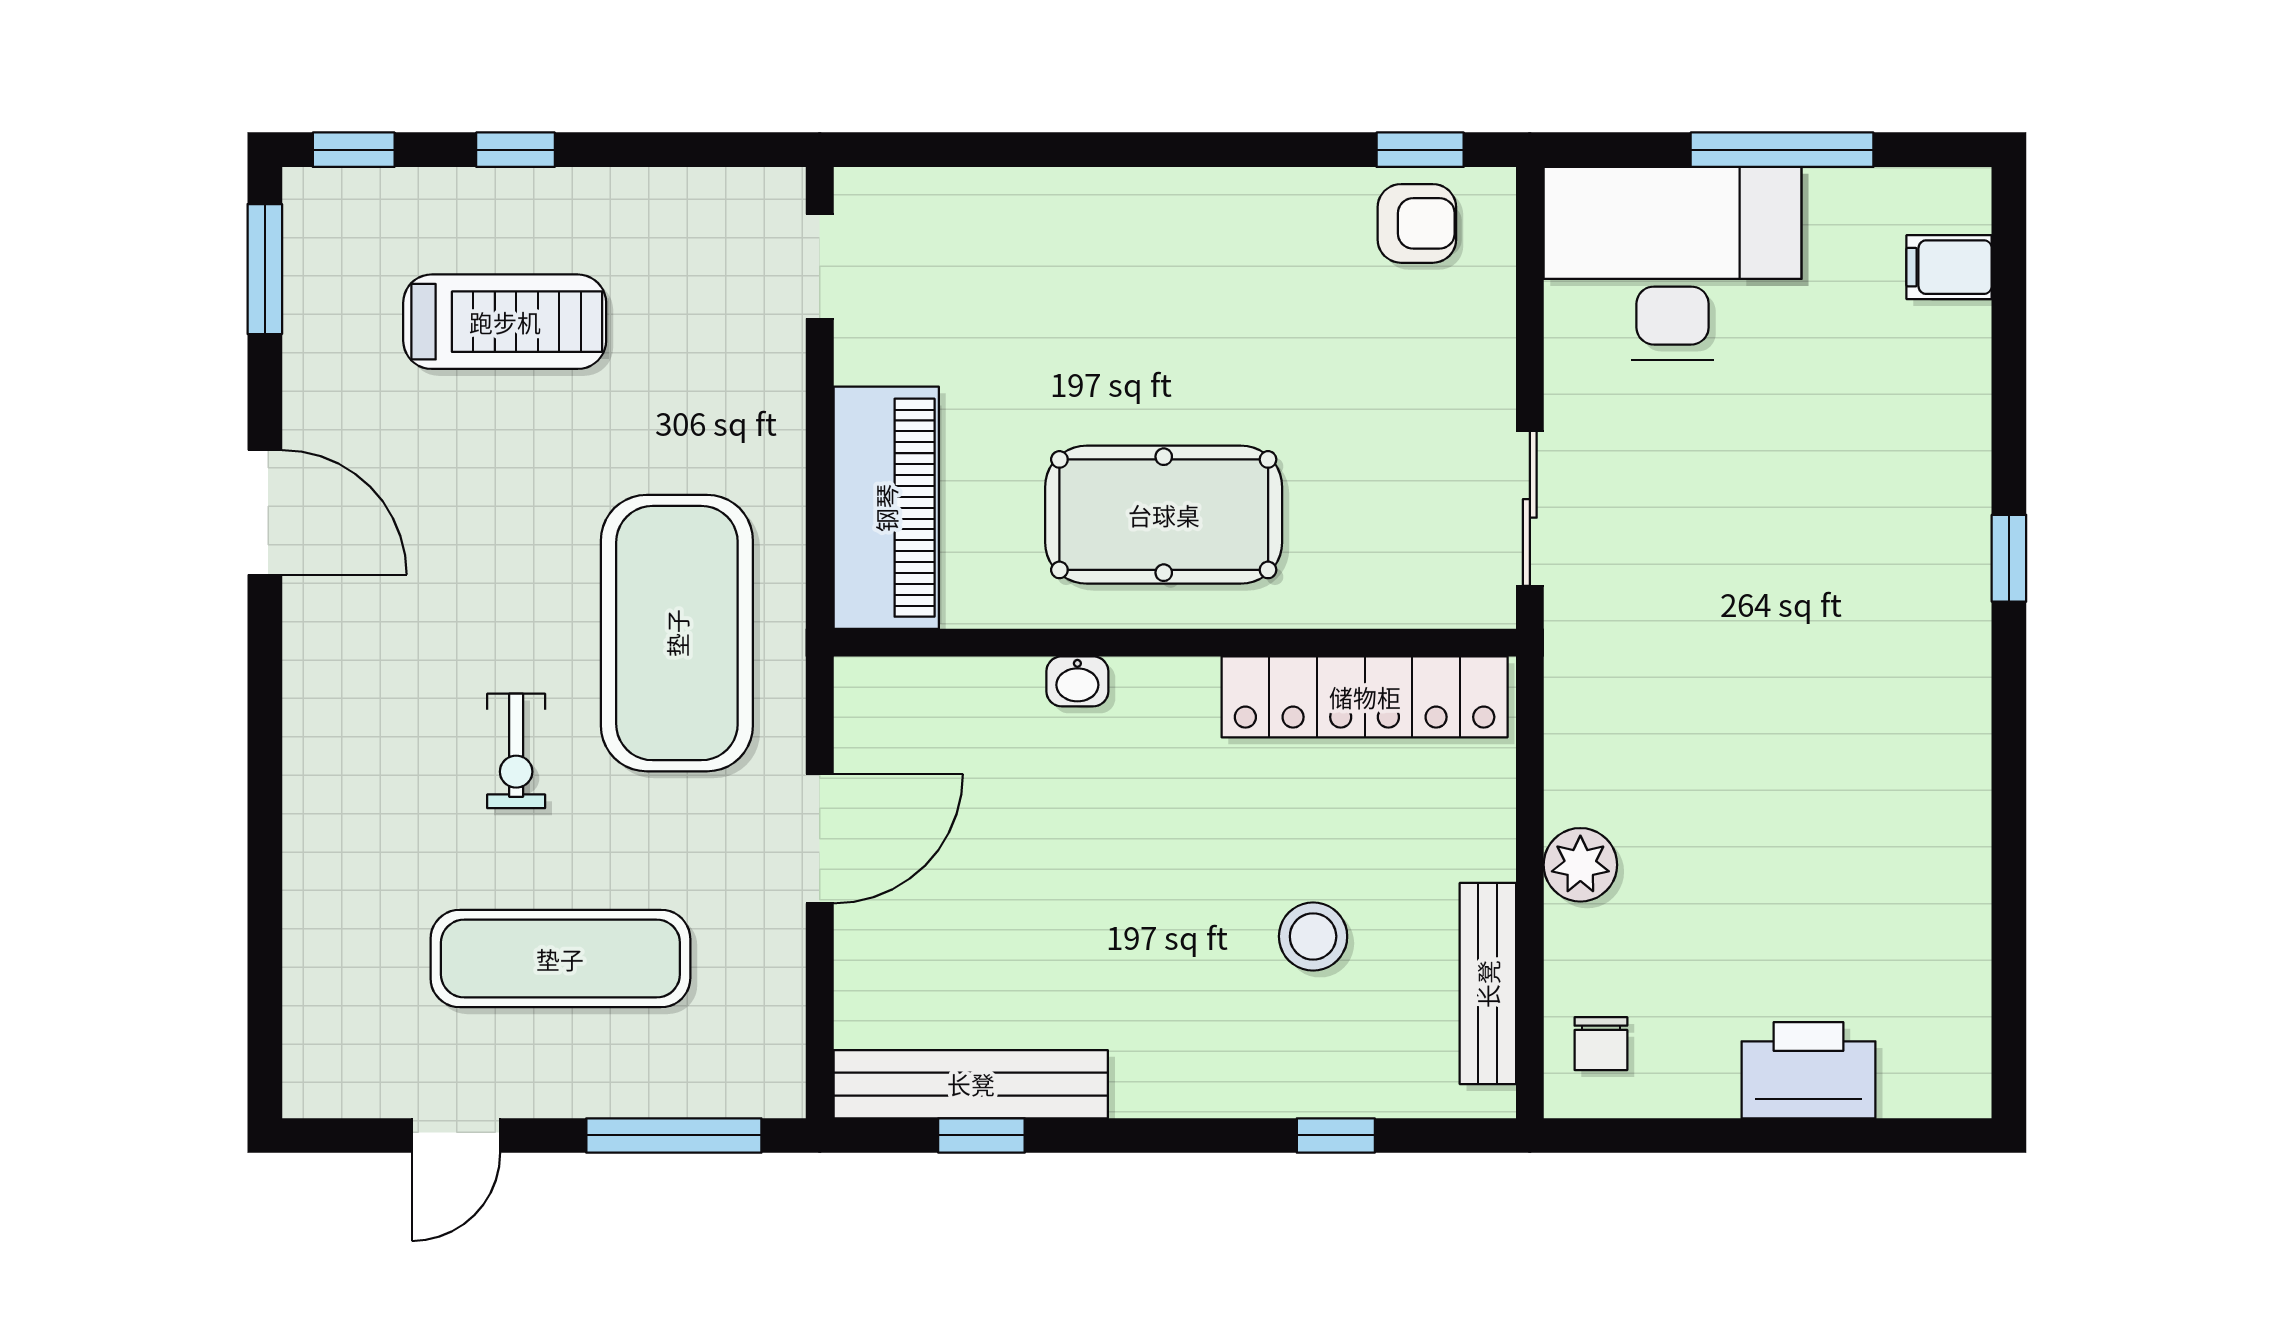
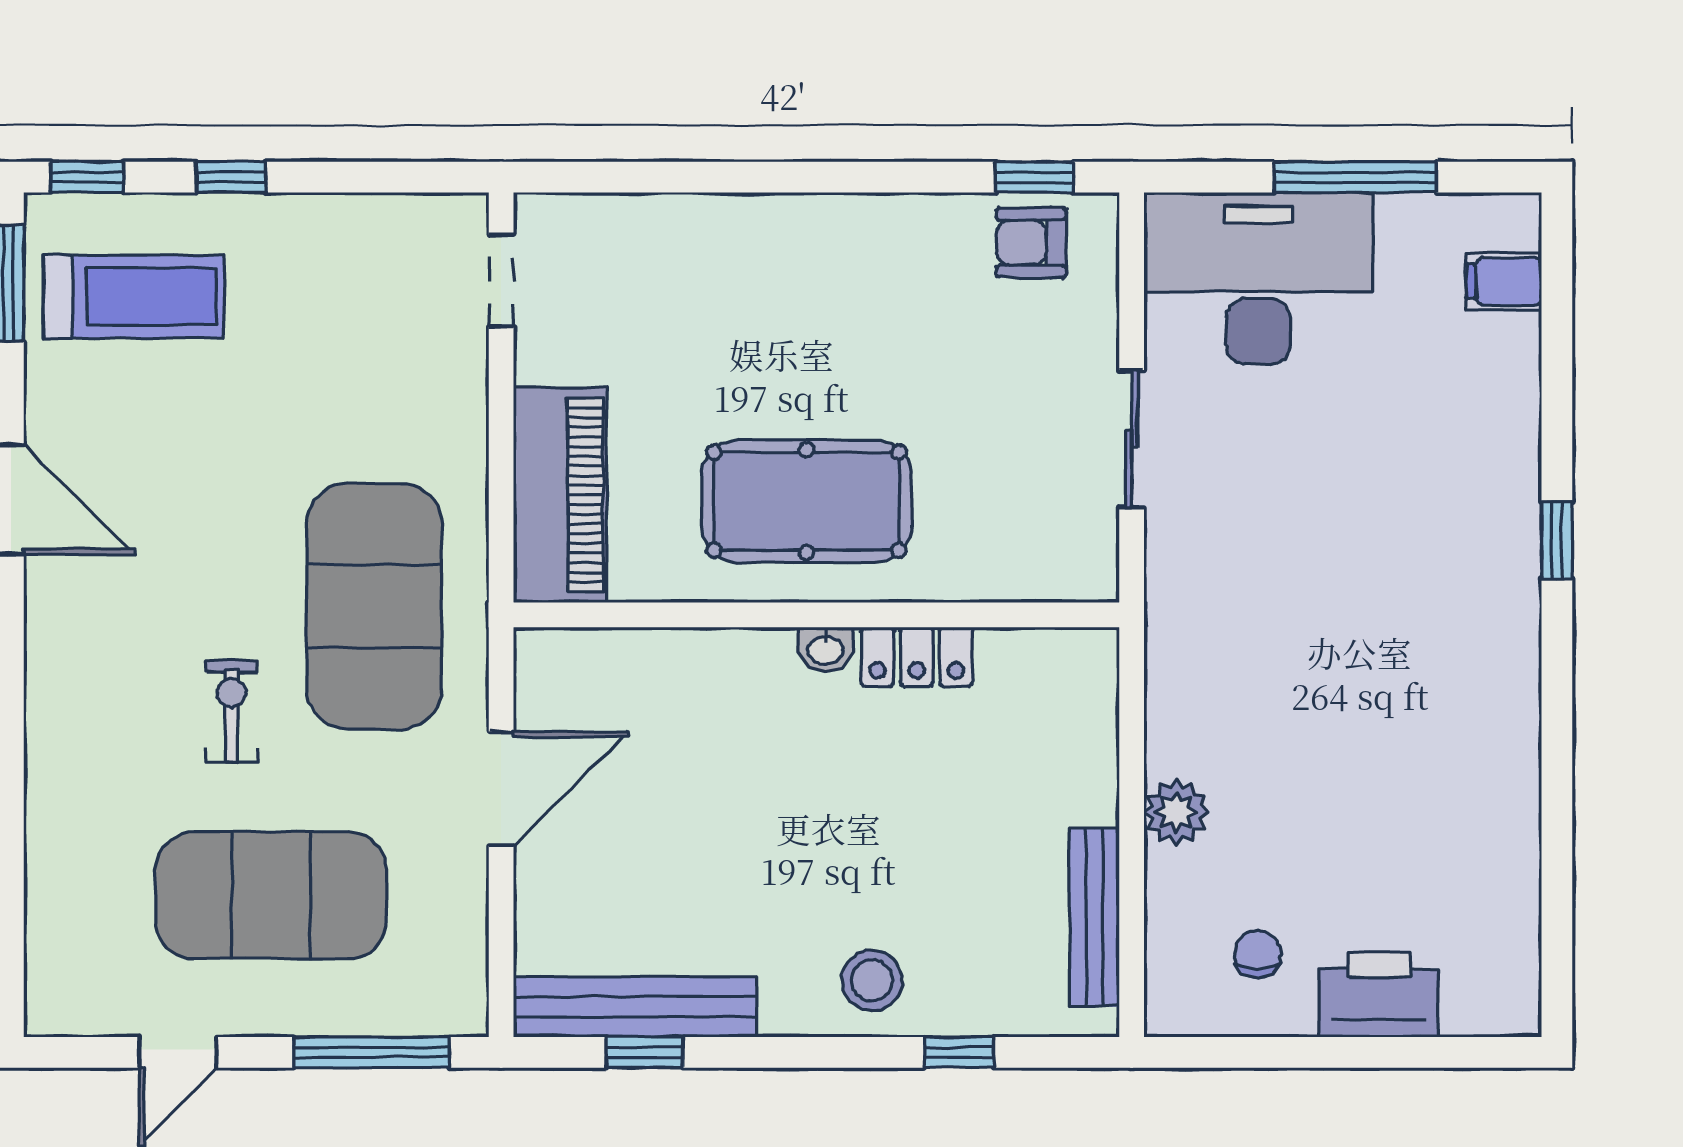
armchair: (1417, 223) -> (1031, 243), turned 180
treadmill: (505, 322) -> (134, 297), moved
sliding door: (1530, 508) -> (1132, 439), moved
washbasin: (1077, 681) -> (825, 649), moved
locker: (1365, 697) -> (917, 657), width x0.46, depth x0.83
exercise bike: (516, 751) -> (232, 711), turned 180
stool: (1313, 936) -> (872, 980), moved
exercise mat: (560, 959) -> (271, 895), width x1.47
chair: (1601, 1044) -> (1258, 954), moved, turned 180

